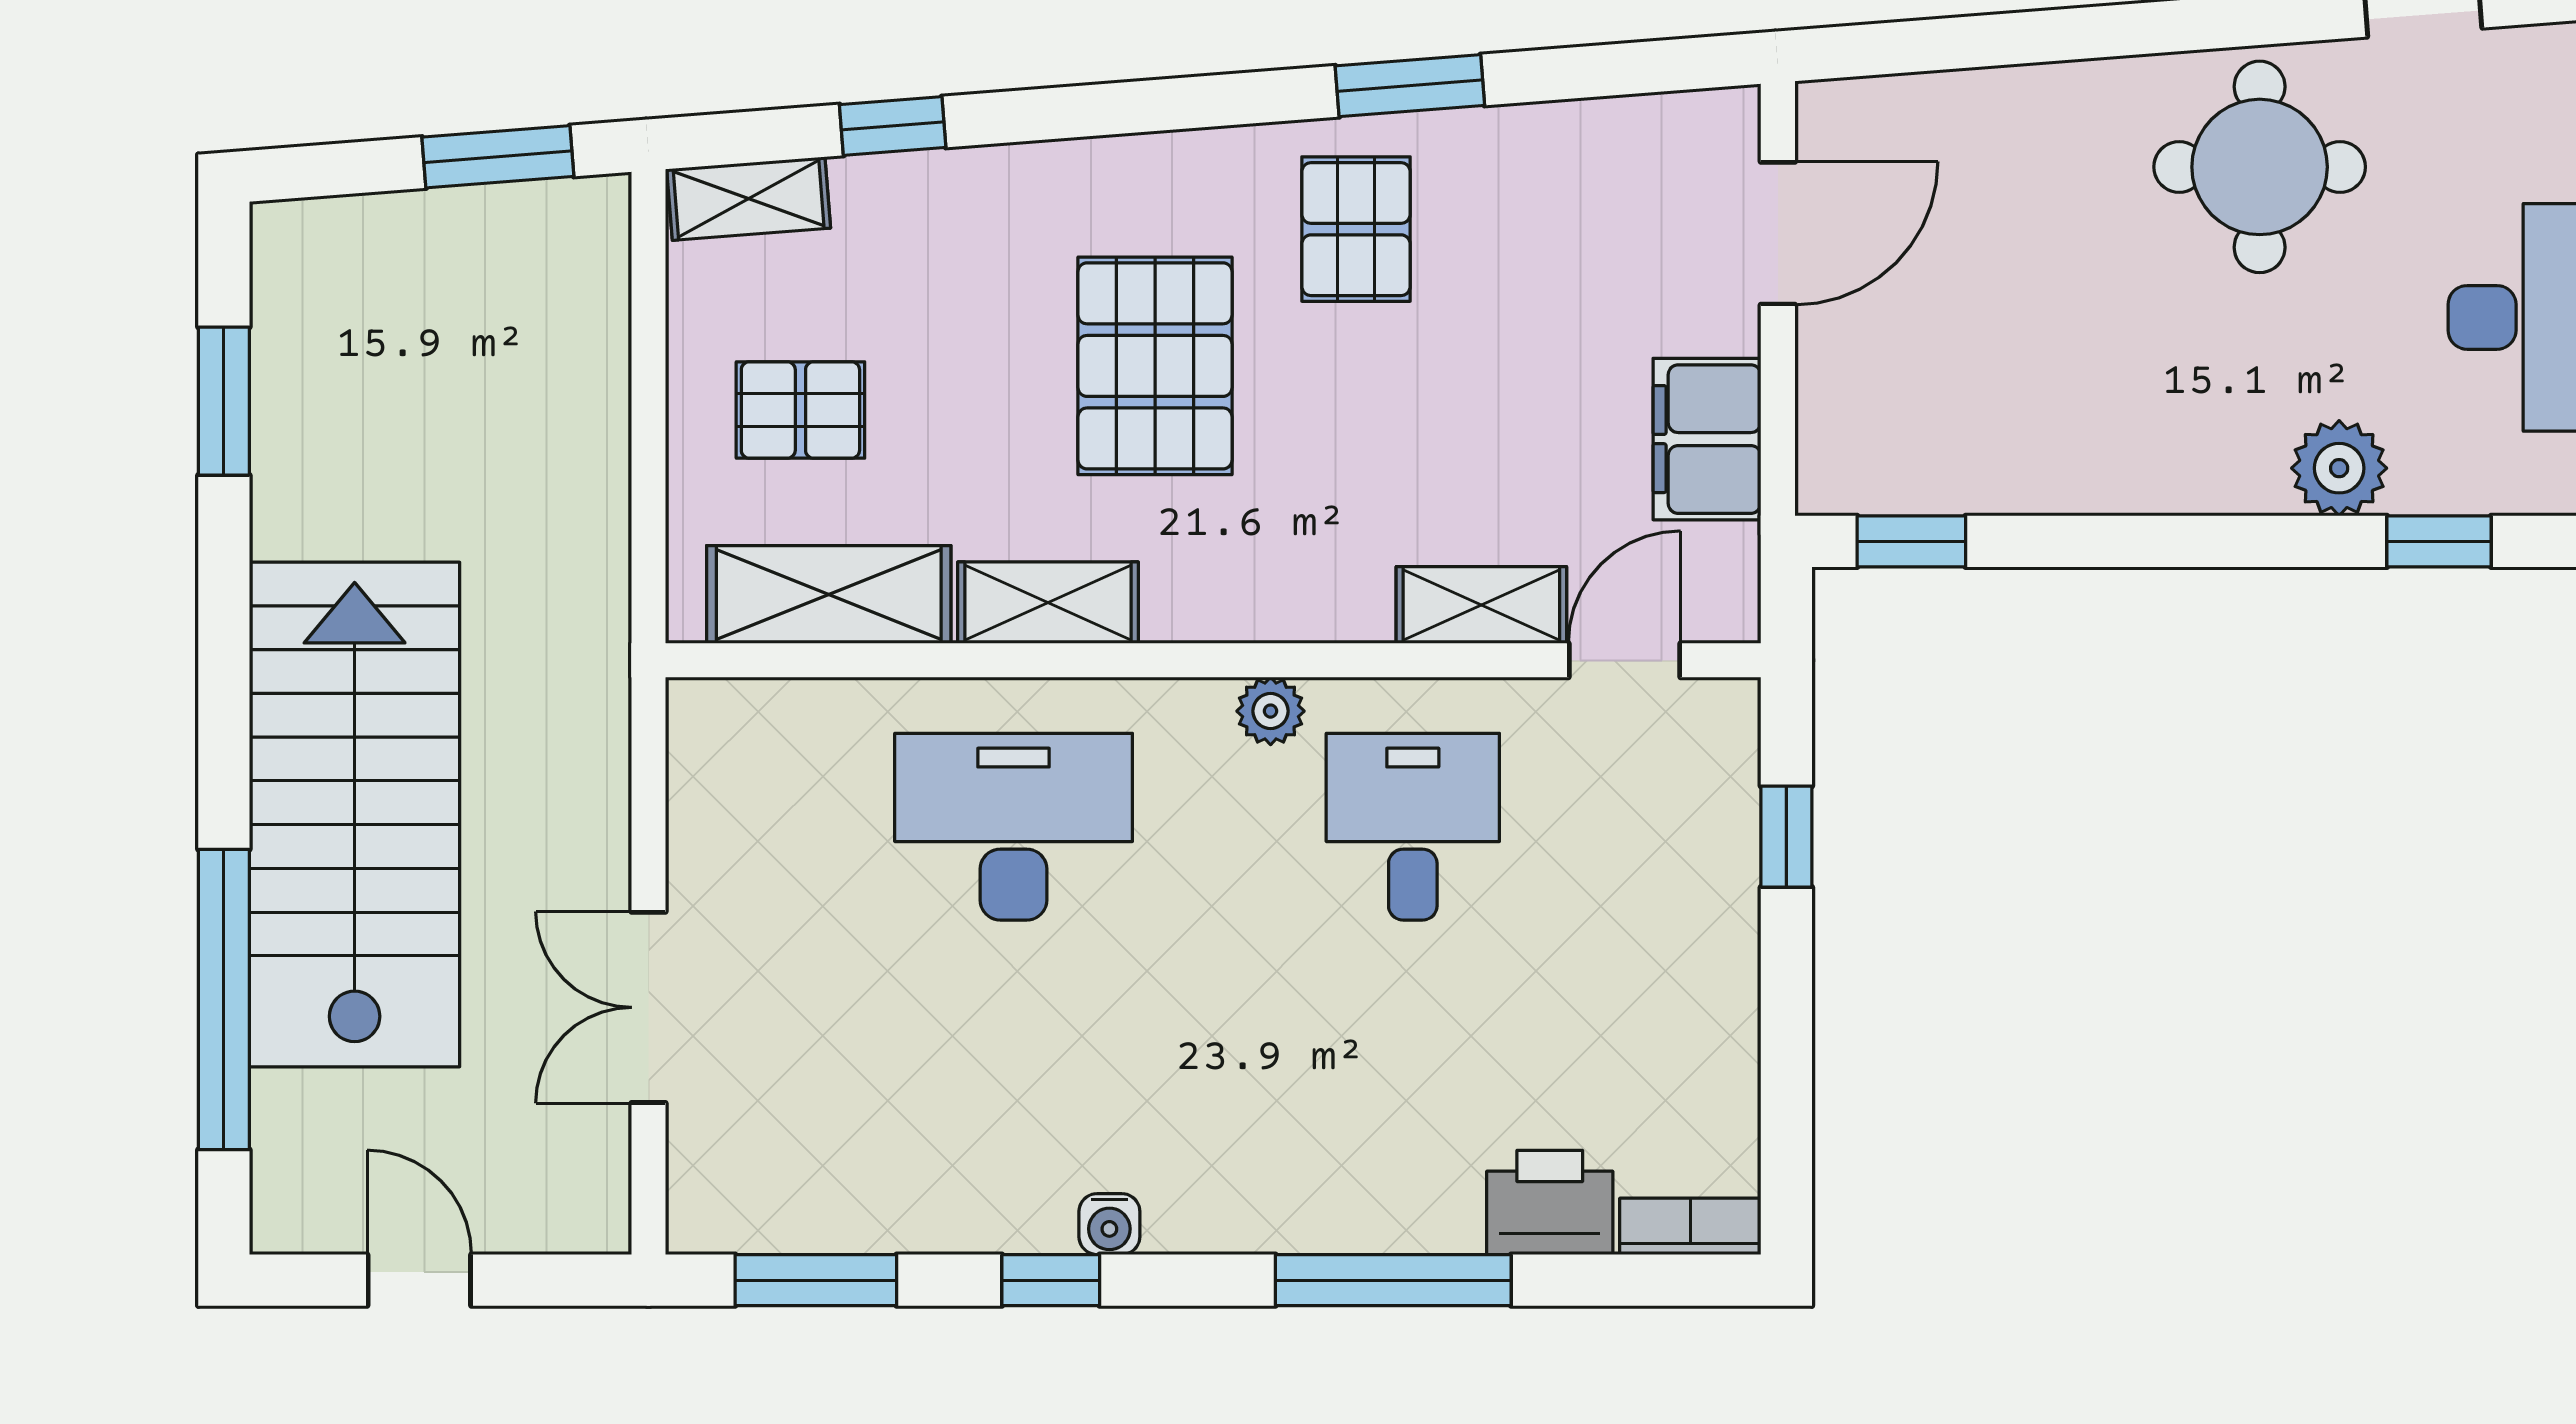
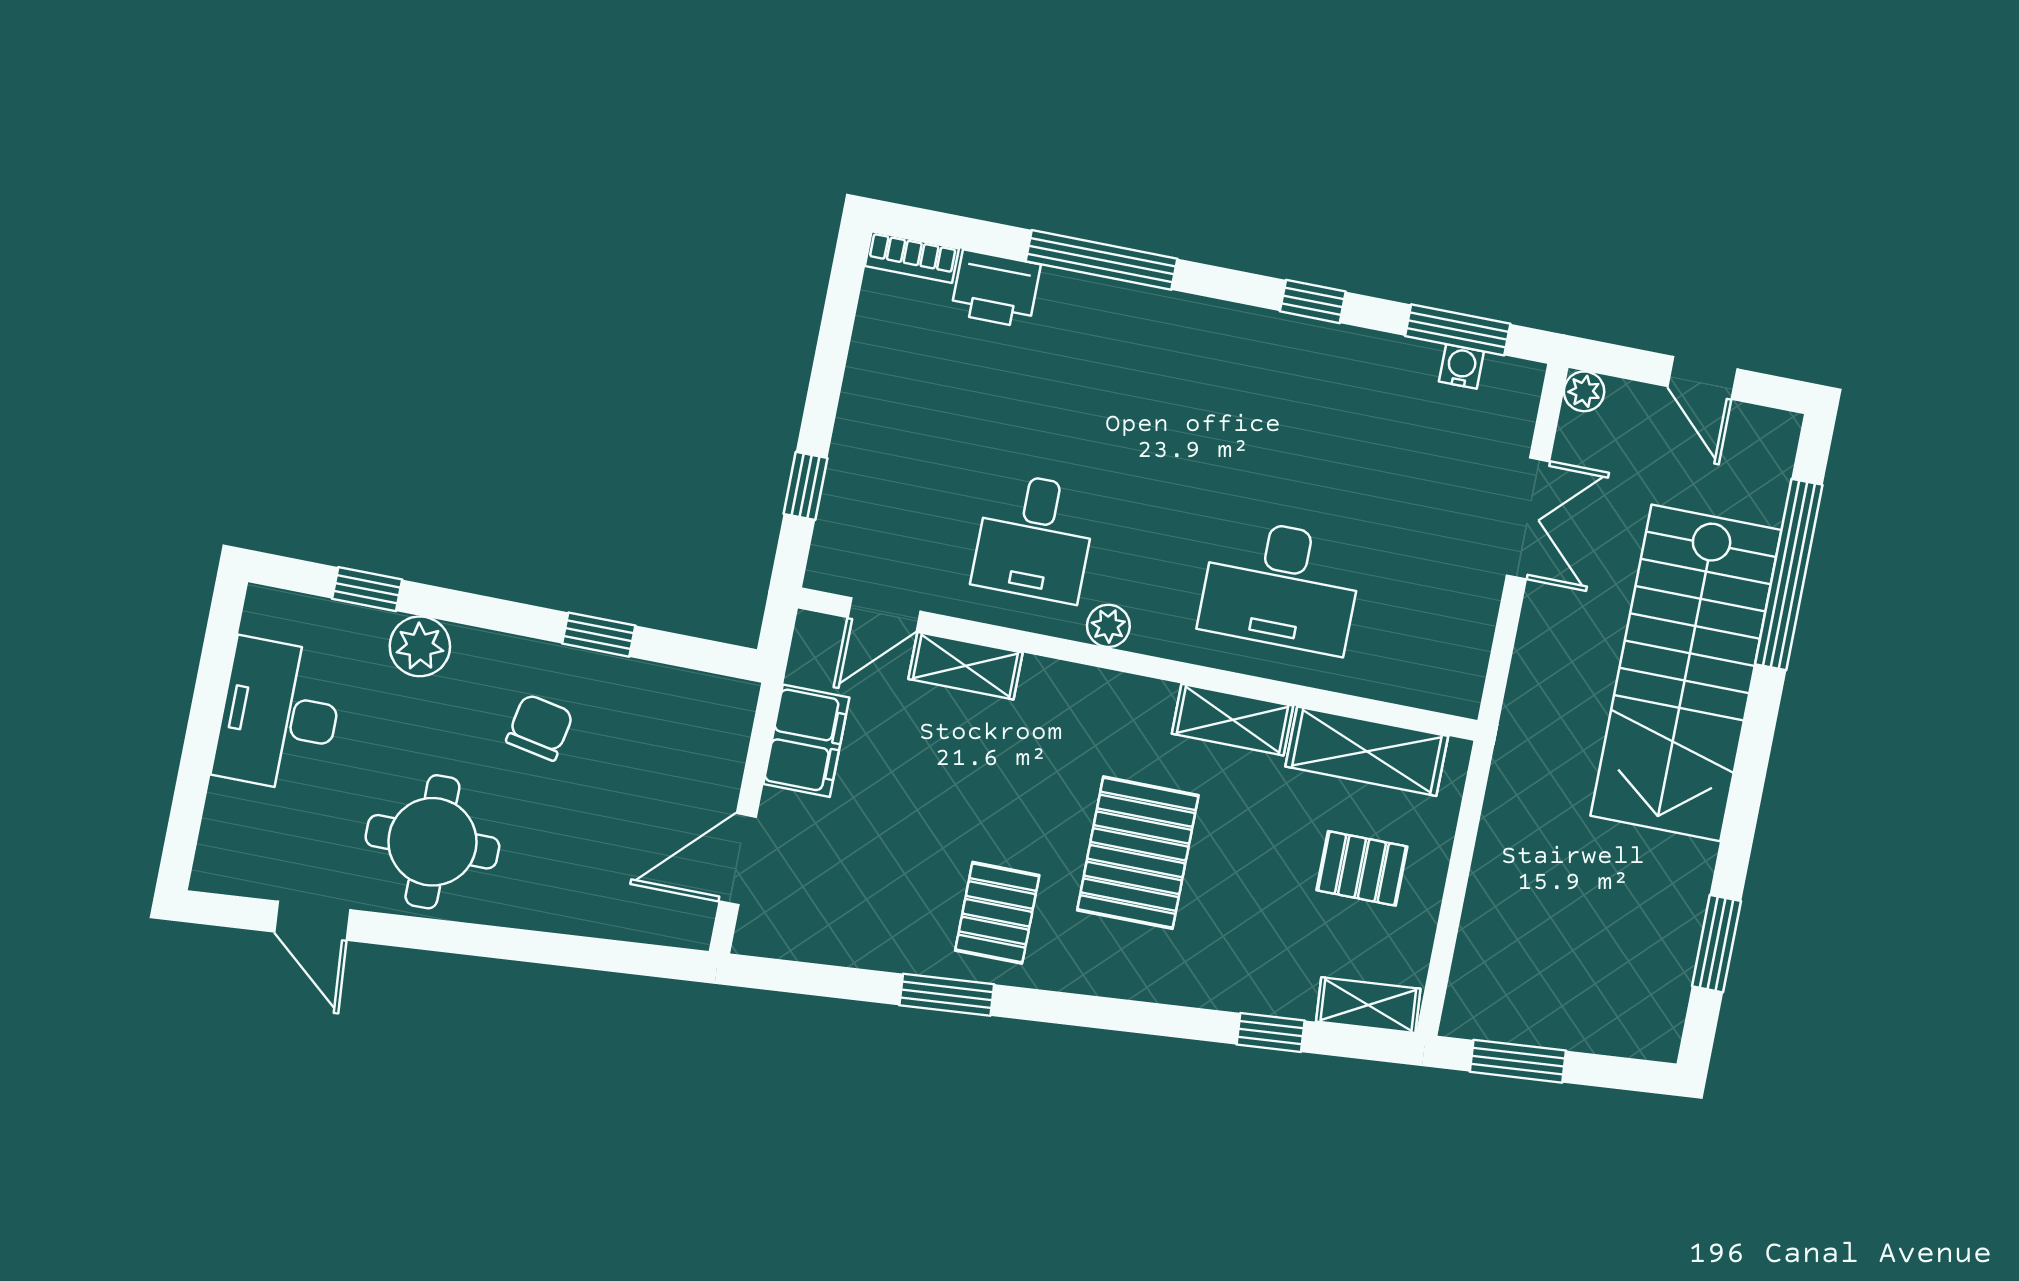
chair: (2127, 378) -> (540, 727), added
window: (1911, 541) -> (599, 635), moved
plant: (600, 1223) -> (1584, 391), added
water cooler: (1109, 1224) -> (1461, 366), moved

